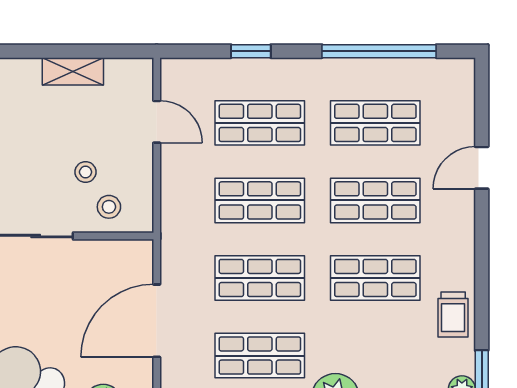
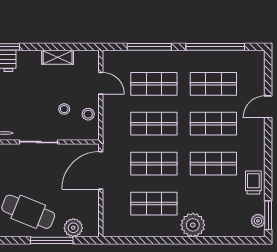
window: (251, 51) -> (149, 47), width x2.17
stool: (109, 207) -> (88, 114), moved
trolley: (453, 314) -> (253, 182), turned 180
door: (157, 321) -> (101, 170), moved

